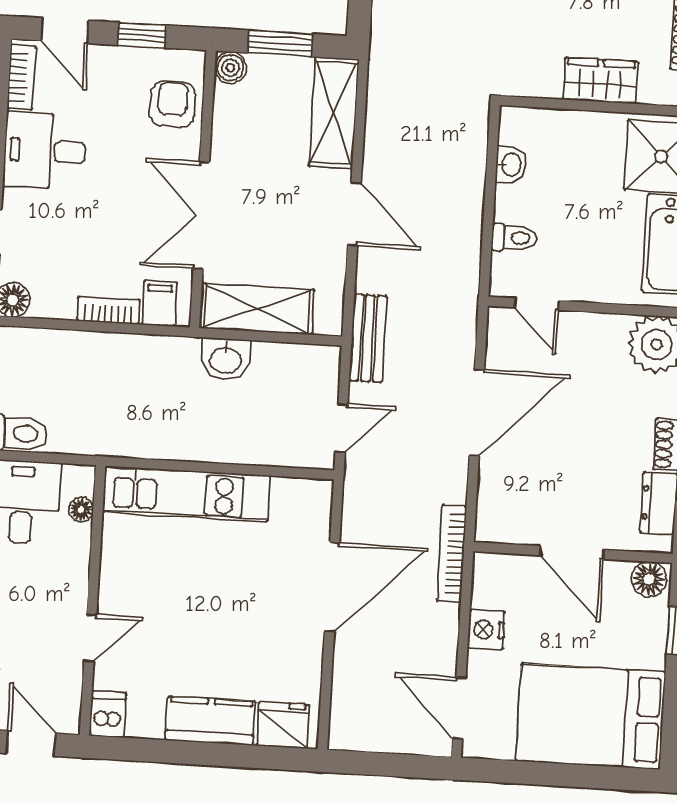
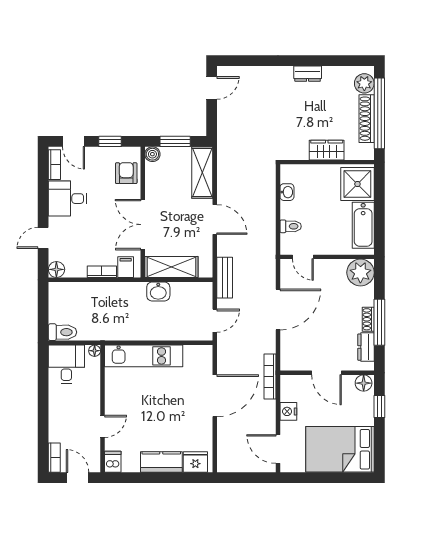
floor lamp: (81, 510) -> (95, 351), moved

